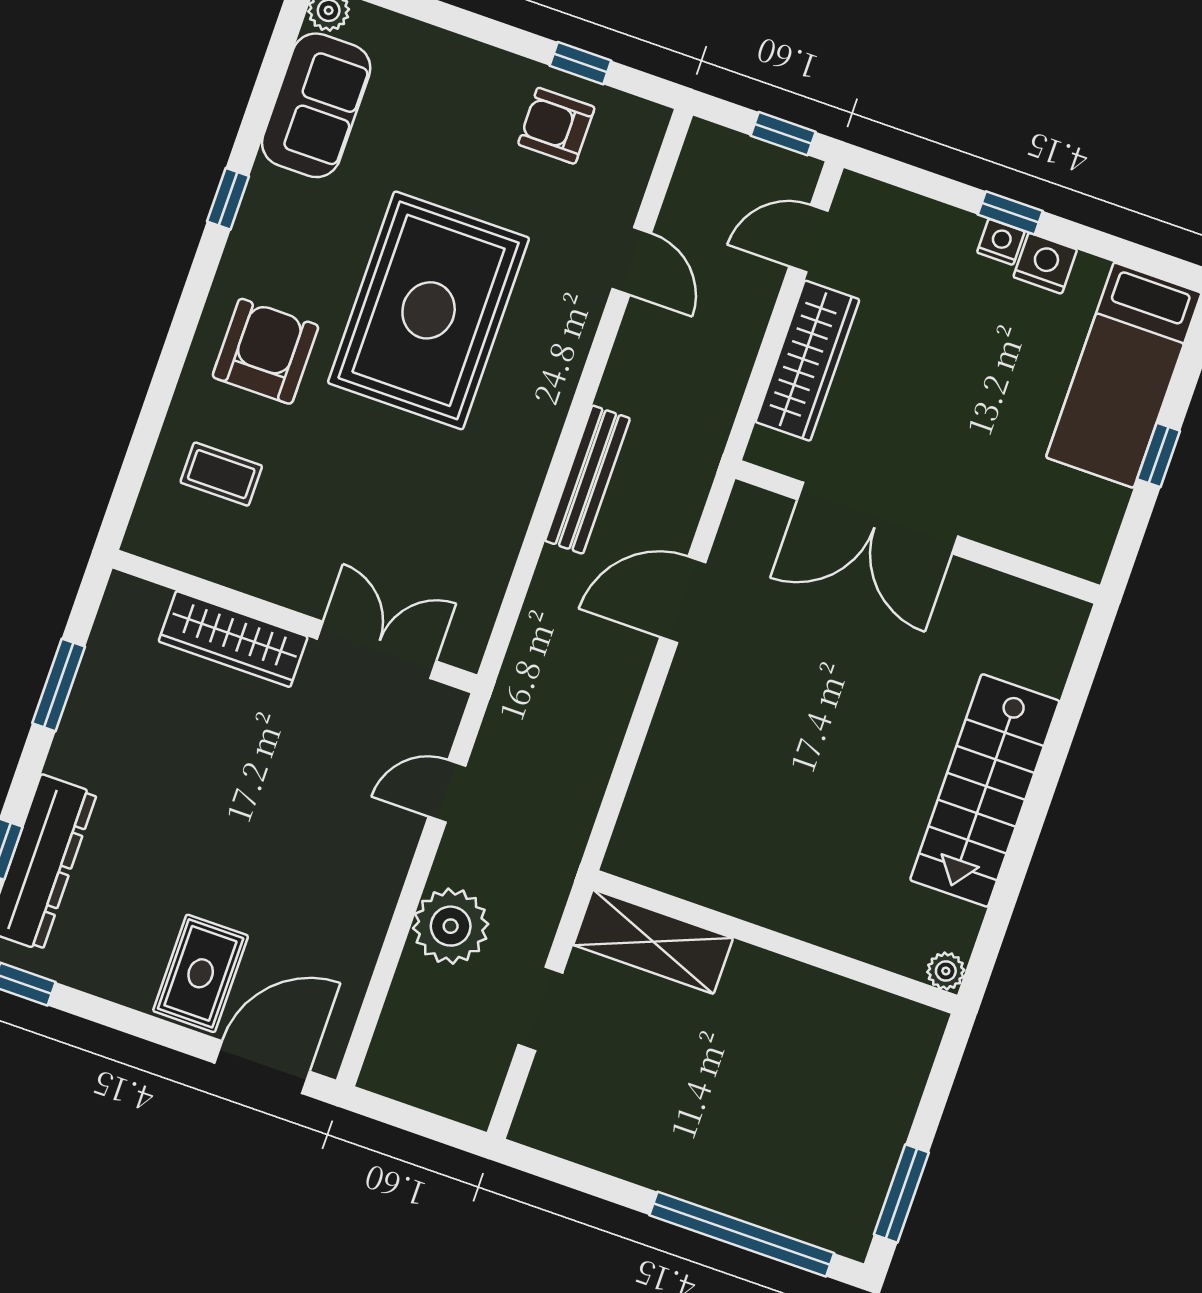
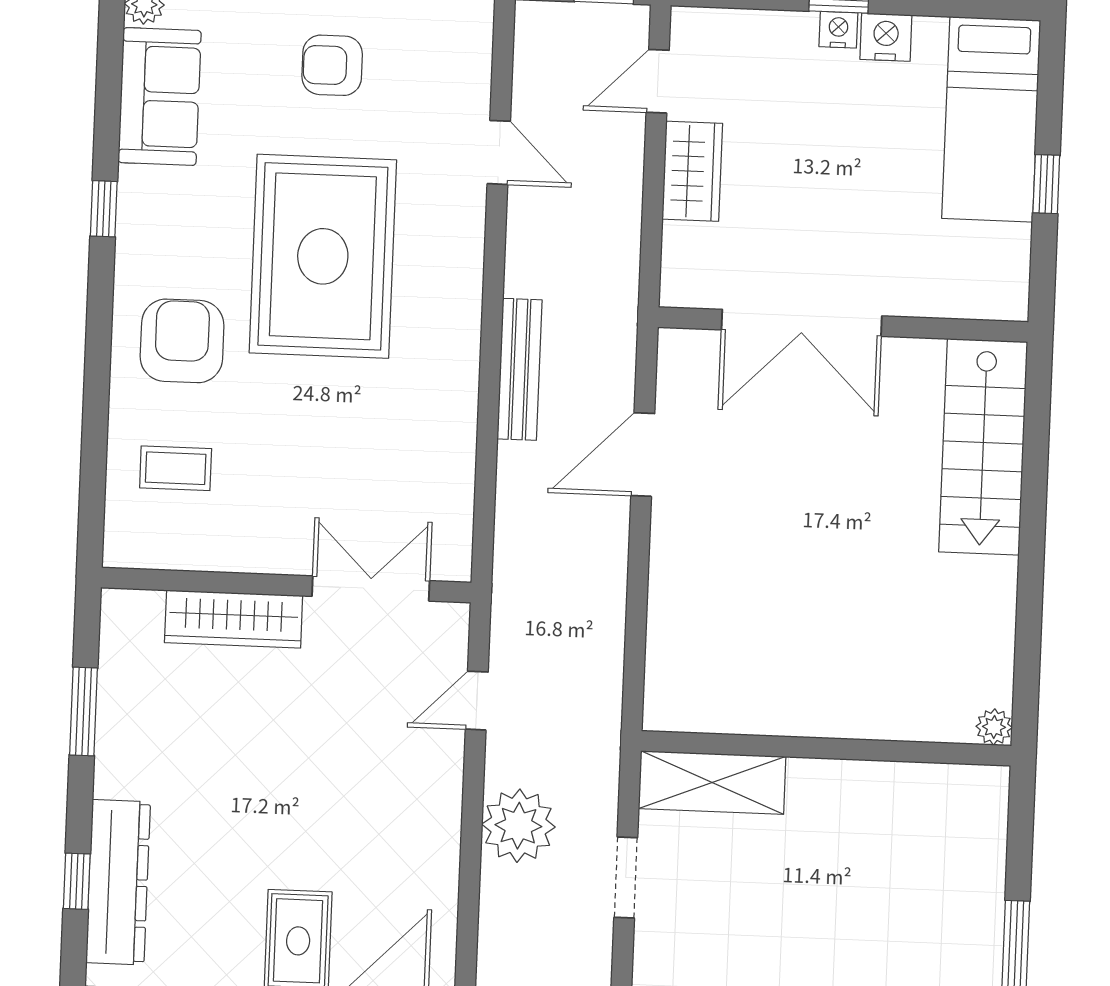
armchair: (556, 126) -> (332, 65), moved
wardrobe: (807, 361) -> (692, 171), width x0.67
stairs: (985, 790) -> (983, 447), moved

